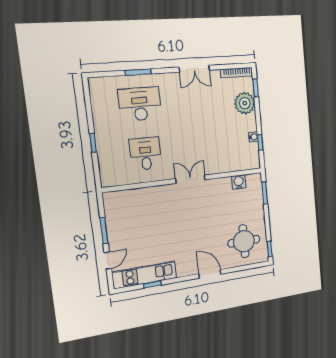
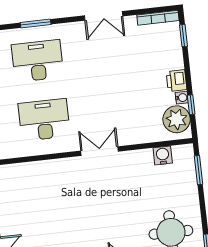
plant: (245, 103) -> (177, 119), moved
printer: (250, 123) -> (177, 81), added
desk: (146, 154) -> (44, 120), width x1.37

